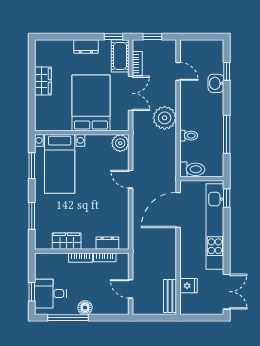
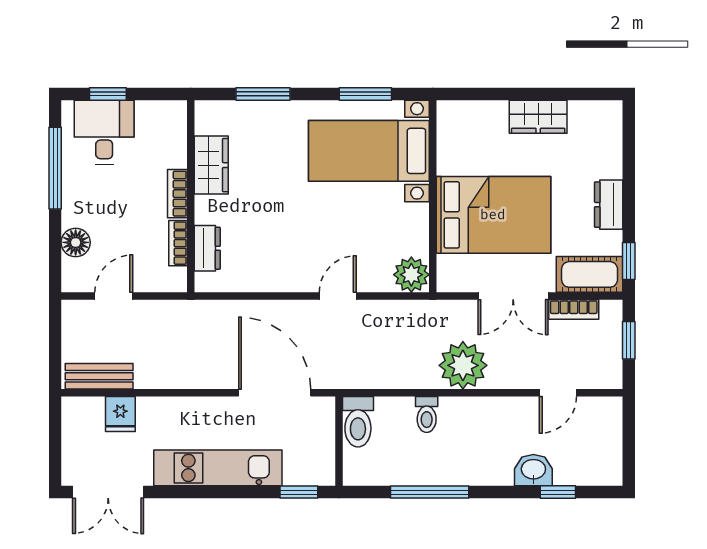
kitchen unit: (215, 226) -> (218, 468), width x0.73
floor lamp: (85, 308) -> (76, 242), moved

